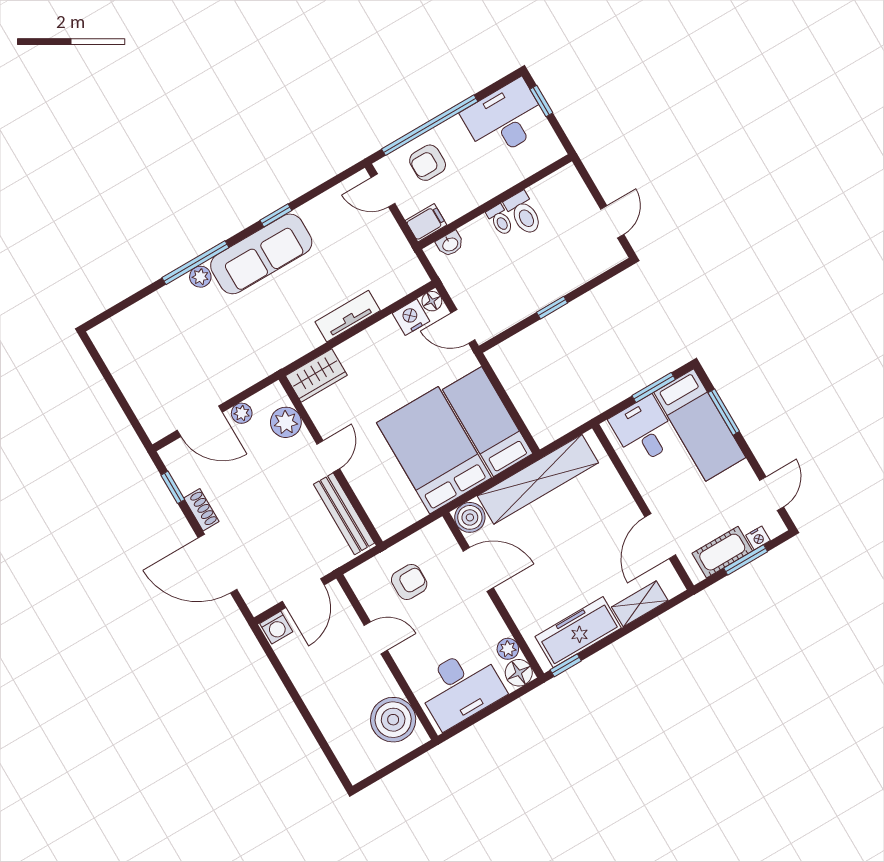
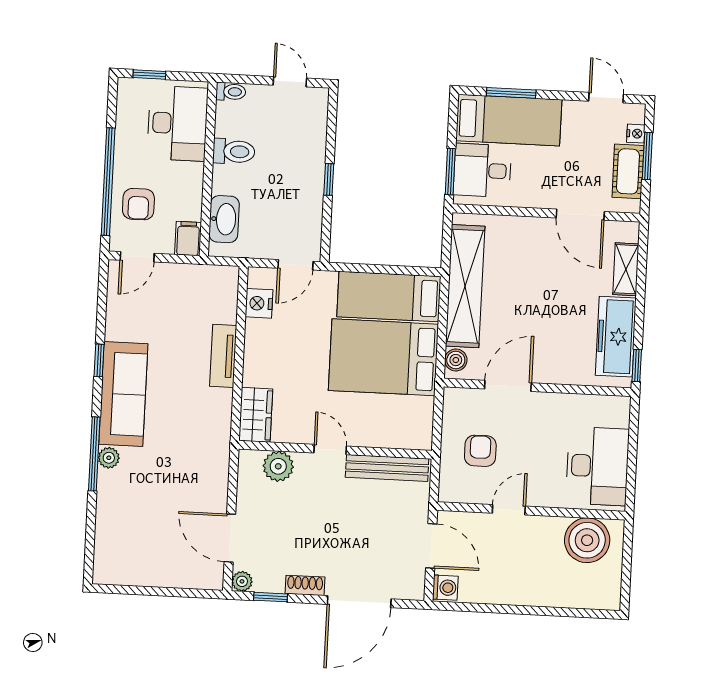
desk: (505, 119) -> (178, 123), moved, turned 180
toilet: (500, 220) -> (231, 92), moved
washbasin: (450, 244) -> (224, 219), width x1.91, depth x1.45
floor lamp: (432, 301) -> (257, 277), removed
window: (654, 388) -> (450, 172), moved
plant: (242, 413) -> (242, 581), moved
door: (200, 421) -> (230, 538), swing flipped
boiler: (470, 517) -> (456, 360), width x0.73, depth x0.73
plant: (508, 649) -> (591, 405), removed
floor lamp: (519, 673) -> (617, 409), removed

